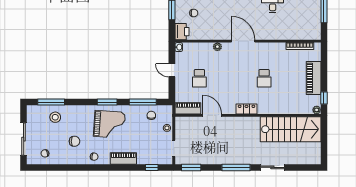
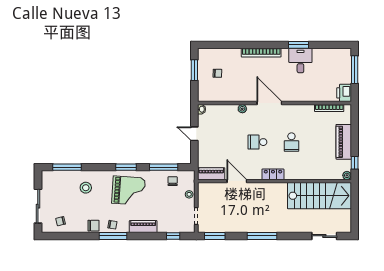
printer: (182, 32) -> (344, 93), moved, turned 180
school desk: (199, 78) -> (257, 142), moved, turned 90
stool: (55, 117) -> (86, 188), moved
chair: (74, 141) -> (93, 226), moved
window: (95, 167) -> (113, 236), added
sliding door: (272, 167) -> (324, 236), moved

